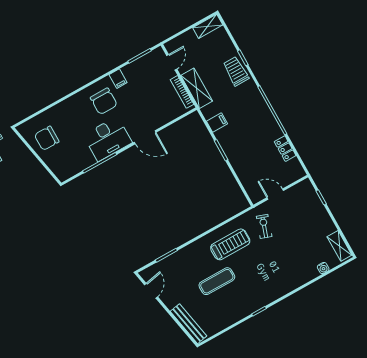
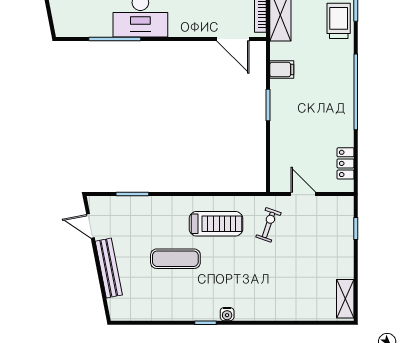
door: (145, 137) -> (233, 39), moved
locker: (285, 149) -> (346, 163), moved
water cooler: (323, 268) -> (227, 314), moved
door: (151, 291) -> (90, 226), swing flipped
bench: (188, 324) -> (109, 268), moved

